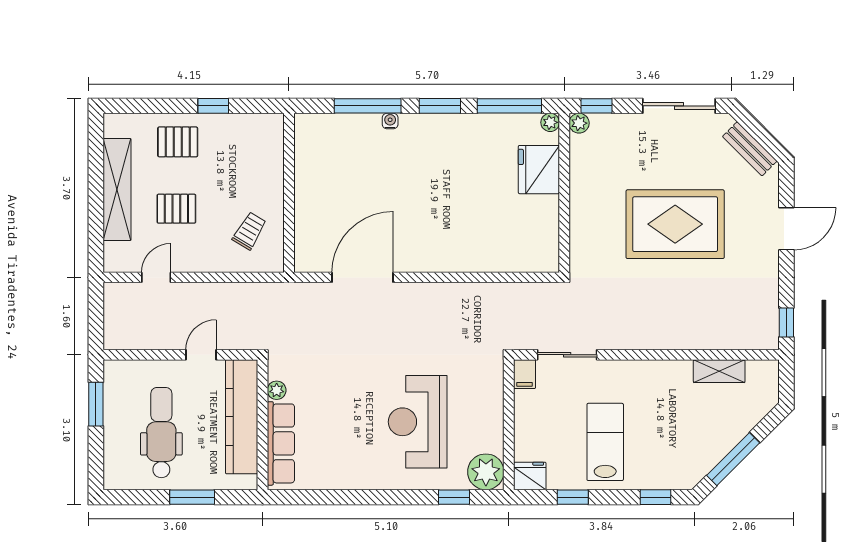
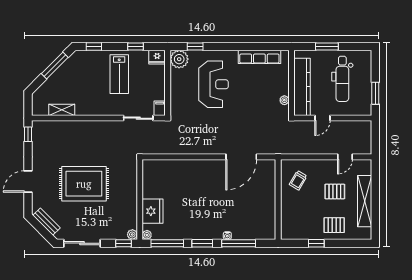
row of seats: (281, 443) -> (259, 57), moved, turned -90

